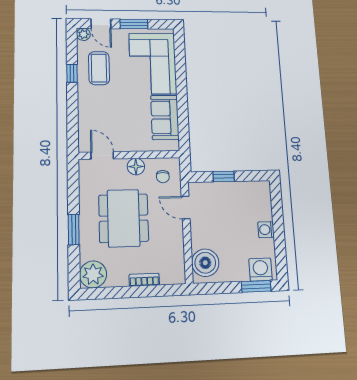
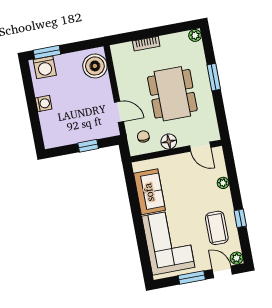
plant: (84, 113) -> (223, 183), added
plant: (93, 274) -> (195, 35), width x0.53, depth x0.53

